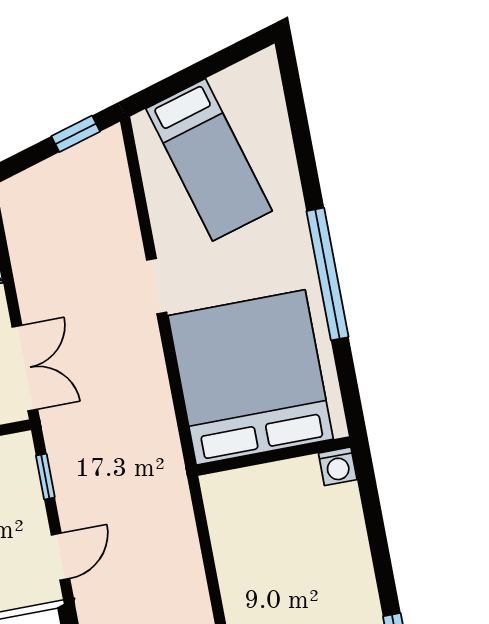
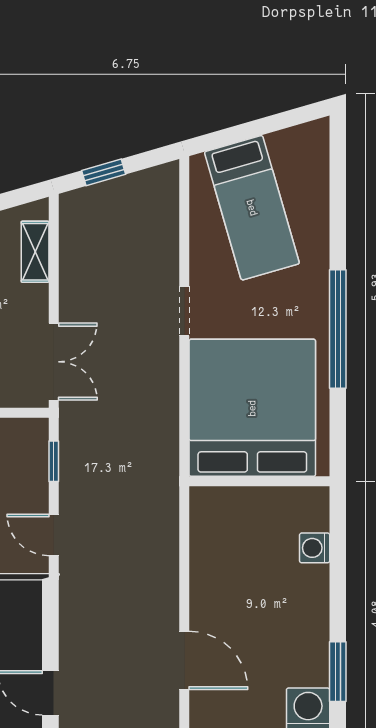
window: (76, 134) -> (104, 172), moved
washing machine: (338, 466) -> (315, 548), moved, turned 90
door: (60, 557) -> (54, 535), swing flipped

